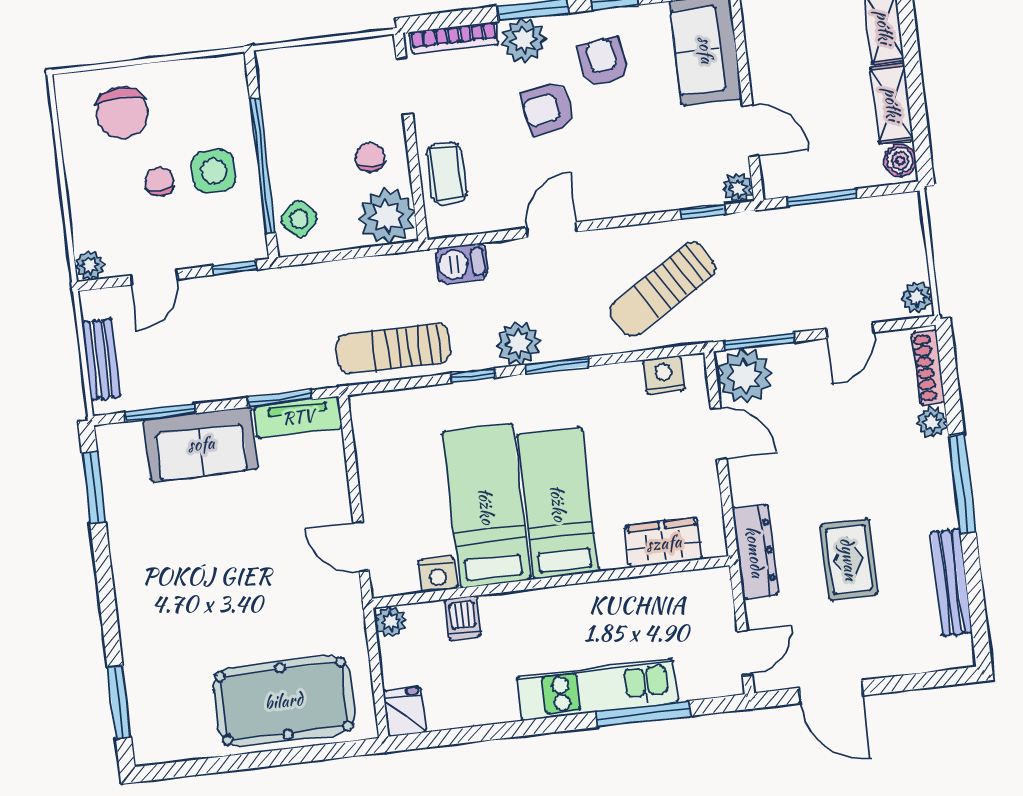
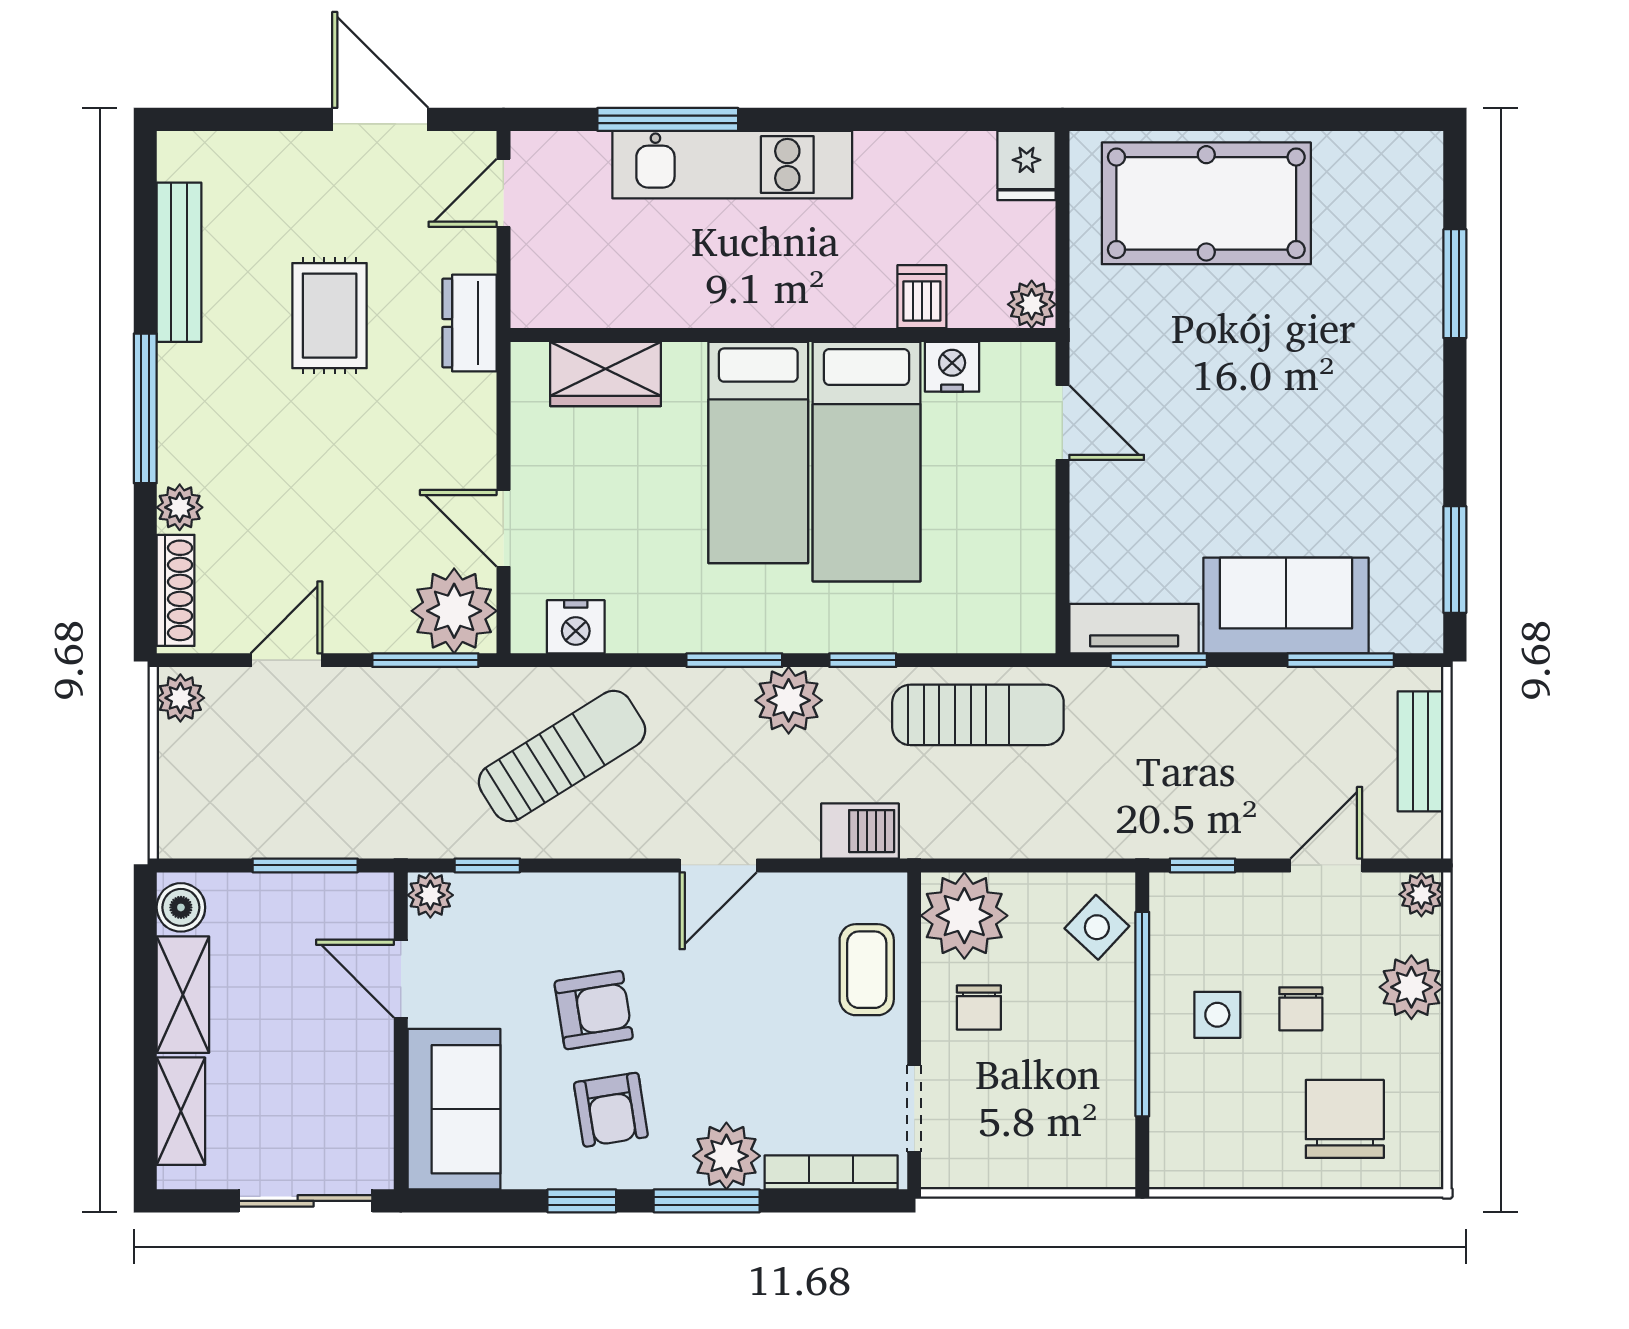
armchair: (548, 109) -> (594, 1010), moved
side table: (214, 171) -> (1217, 1015), width x0.73, depth x0.73
plant: (89, 204) -> (1411, 987), added
dresser: (755, 552) -> (469, 323), width x0.70
window: (119, 702) -> (1455, 284), moved

